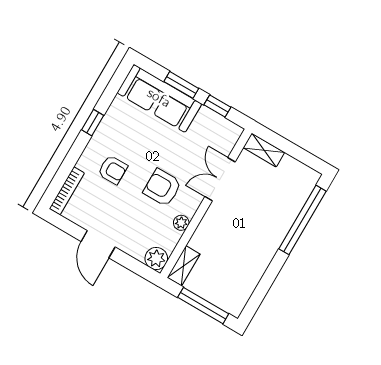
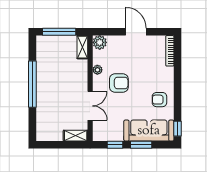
window: (93, 123) -> (177, 129), moved
armchair: (113, 170) -> (159, 100), moved
window: (302, 220) -> (32, 84), moved

